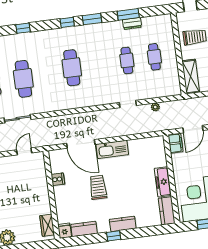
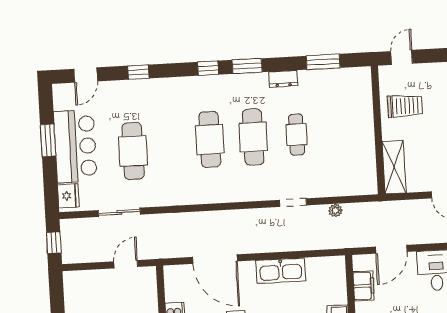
window: (128, 14) -> (323, 62), moved
dresser: (132, 23) -> (283, 79), moved
cafe table: (154, 57) -> (253, 137), moved, width x1.37, depth x1.35
filing cabinet: (176, 143) -> (364, 286), moved
kitchen sink: (112, 149) -> (281, 271), moved

